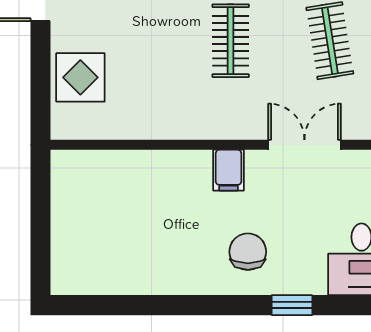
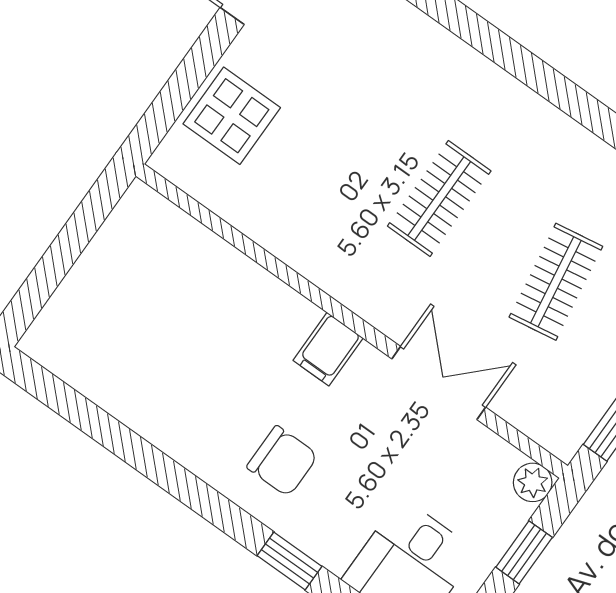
chair: (248, 252) -> (282, 461), turned 90

